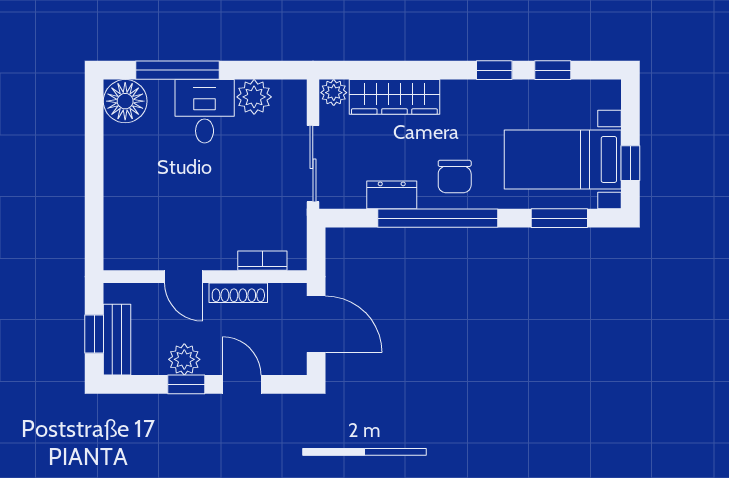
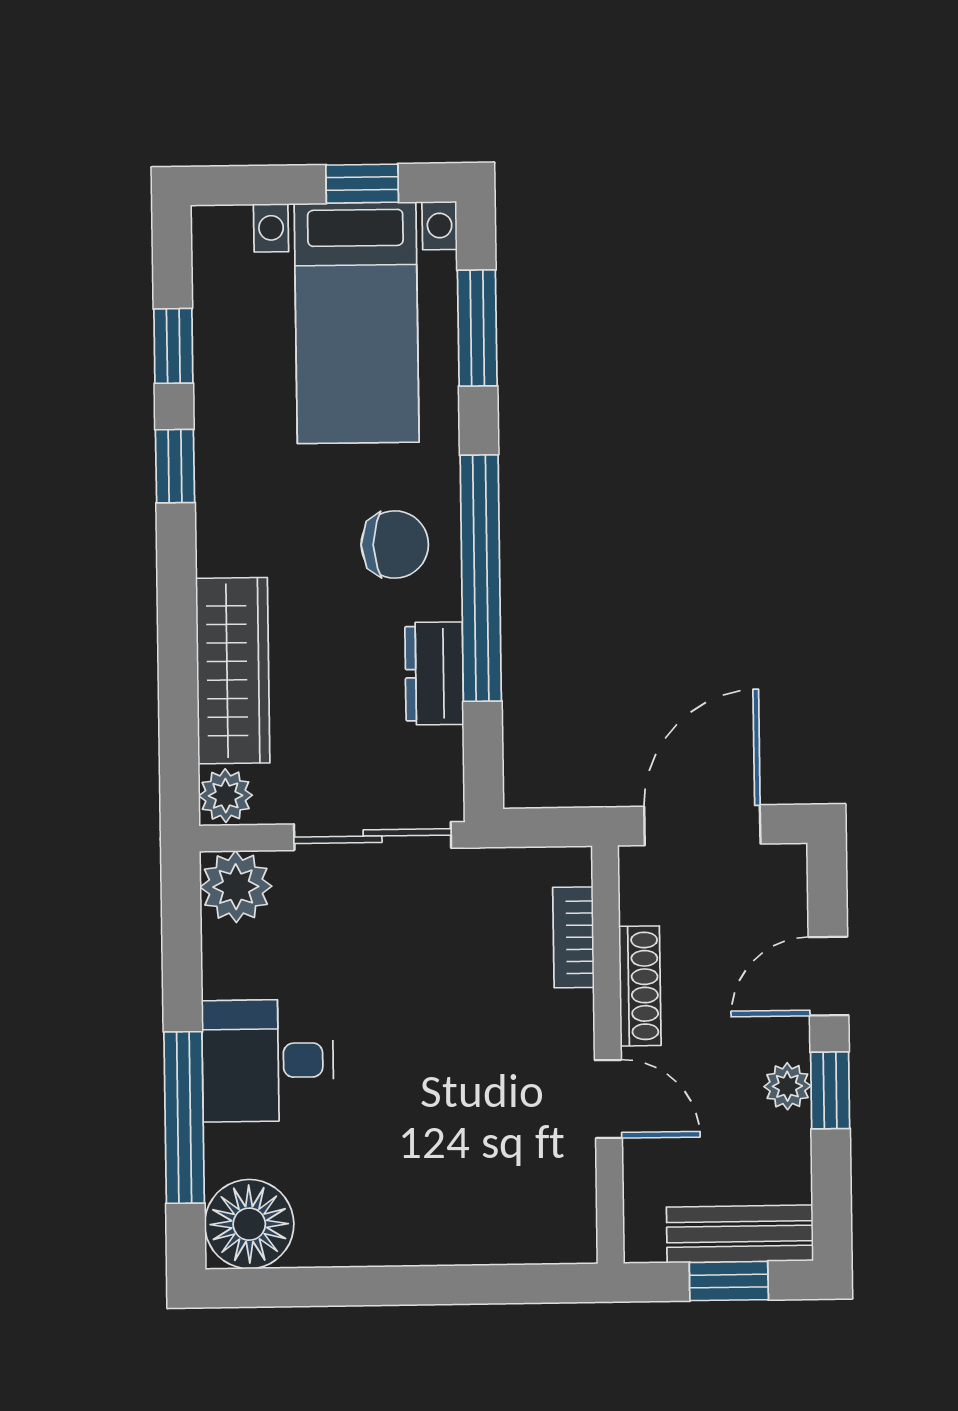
plant: (254, 97) -> (236, 887), moved
door: (184, 277) -> (608, 1099), hinge flipped
plant: (184, 359) -> (787, 1086), width x0.73, depth x0.73

